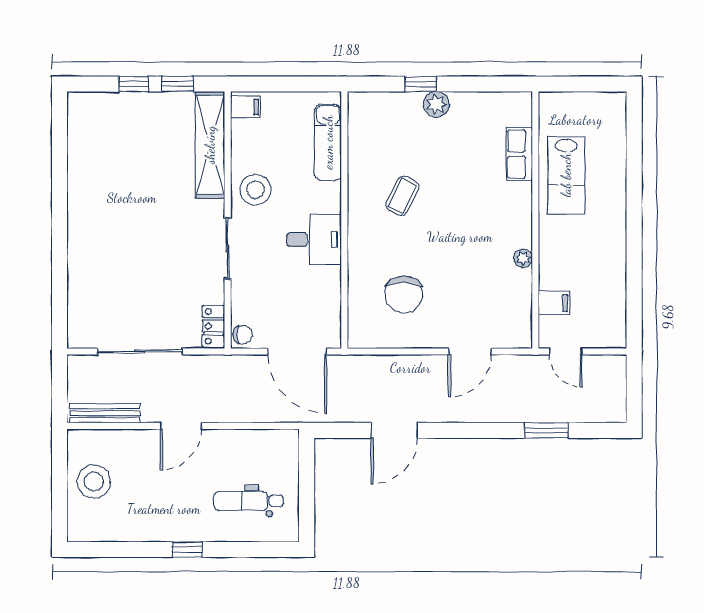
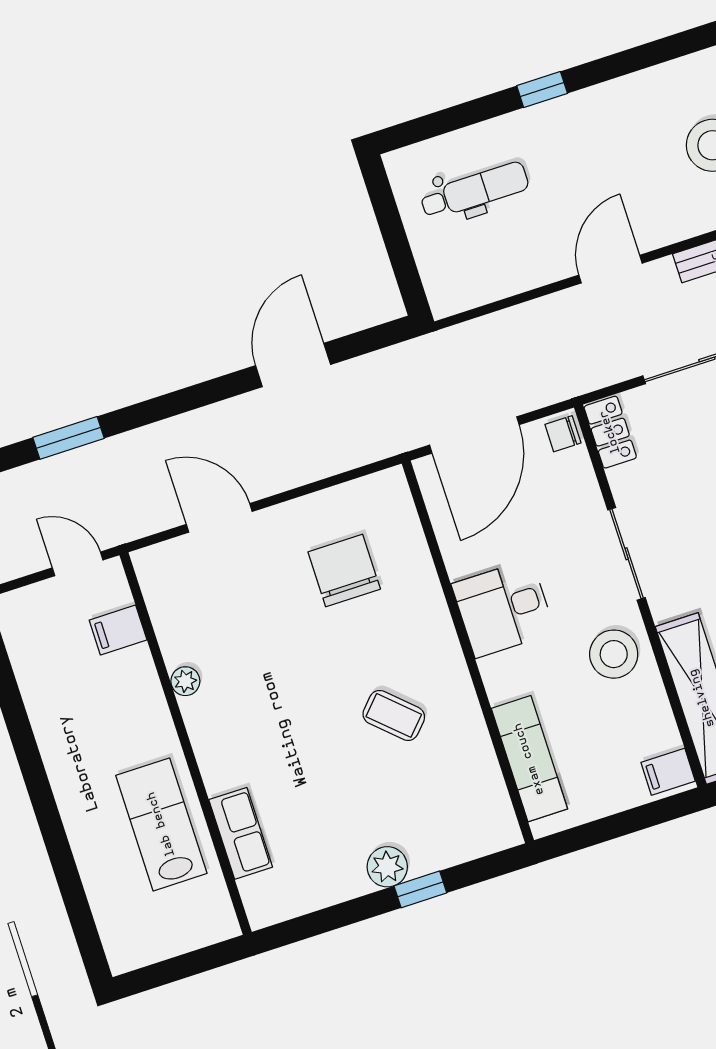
coffee table: (402, 196) -> (394, 715), turned -73
door: (297, 351) -> (474, 435), swing flipped
door: (470, 351) -> (219, 518), hinge flipped

